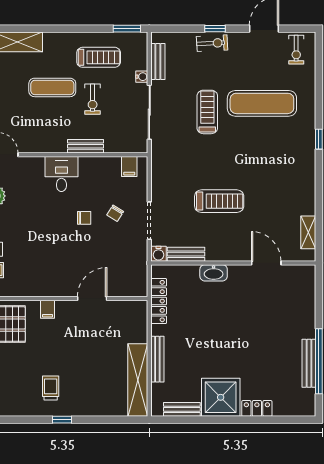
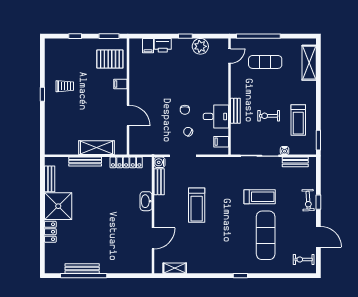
exercise mat: (52, 87) -> (265, 62), moved, turned 90
desk: (61, 174) -> (216, 116), moved
shelving: (138, 380) -> (97, 148), moved, width x0.68

